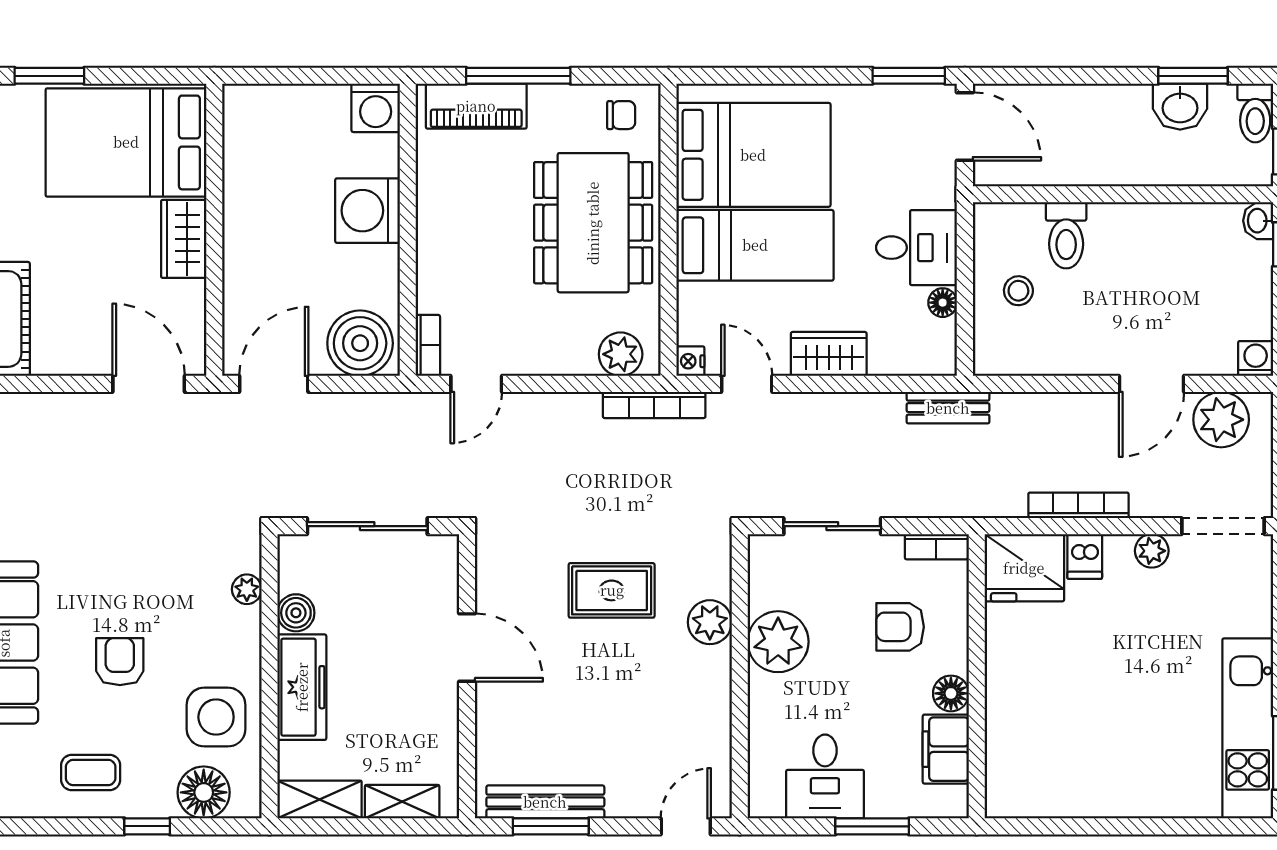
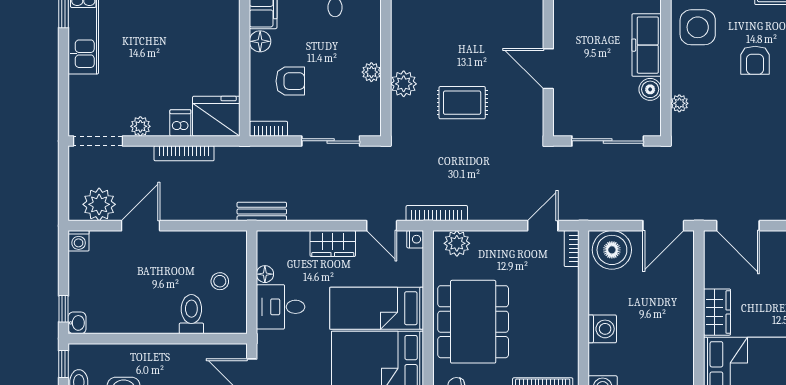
washing machine: (368, 211) -> (602, 329), width x0.73, depth x0.73
plant: (778, 642) -> (371, 72), width x0.53, depth x0.53

